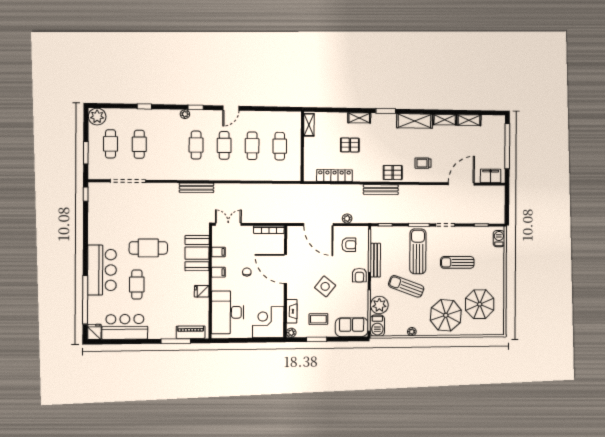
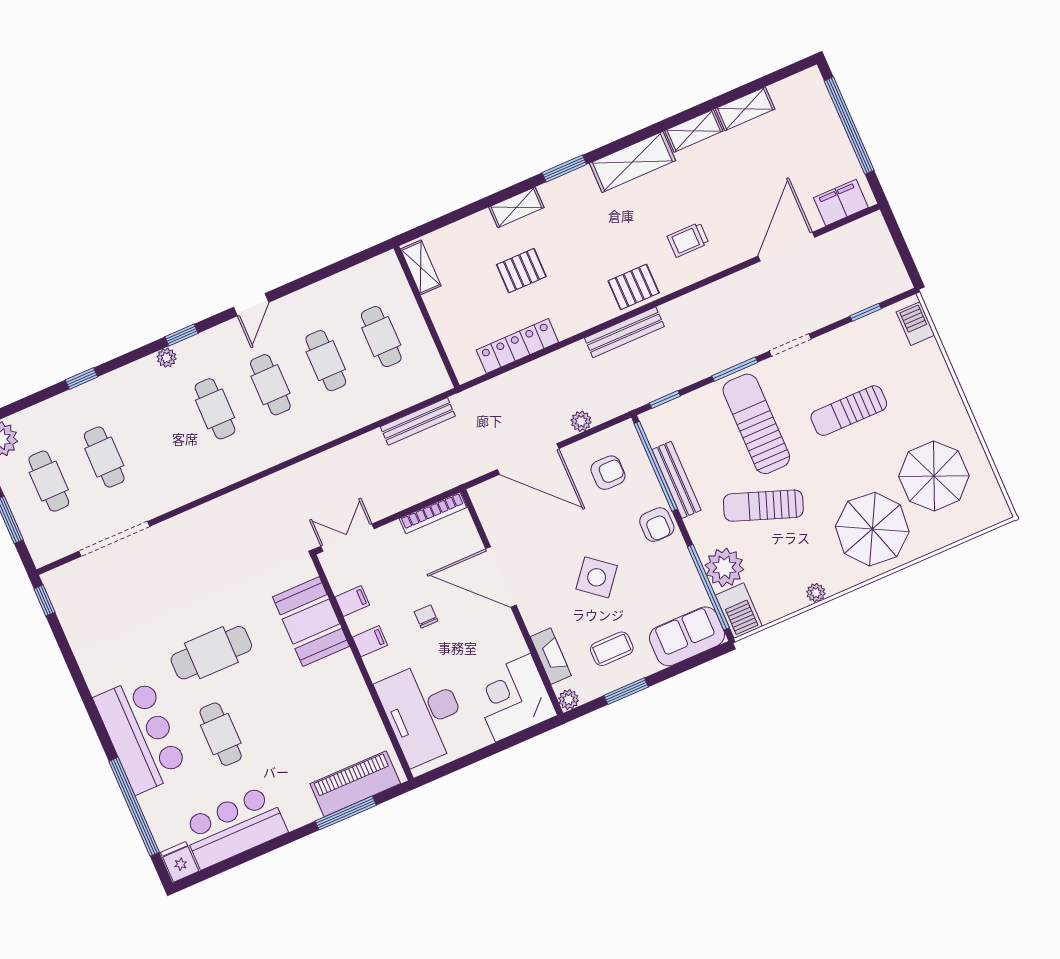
bench: (196, 188) -> (418, 421), moved
fridge: (202, 291) -> (353, 693), removed
piano: (191, 332) -> (355, 784), width x1.37, depth x1.33

